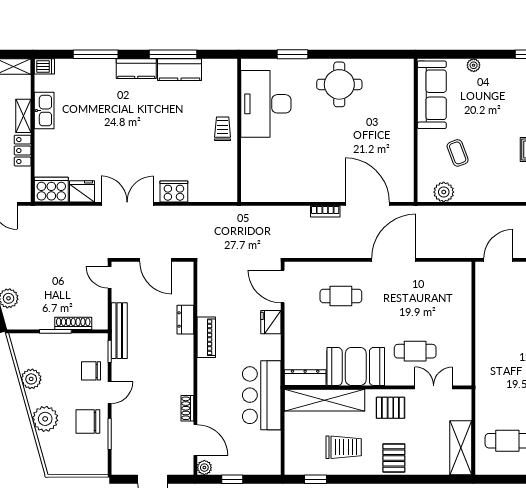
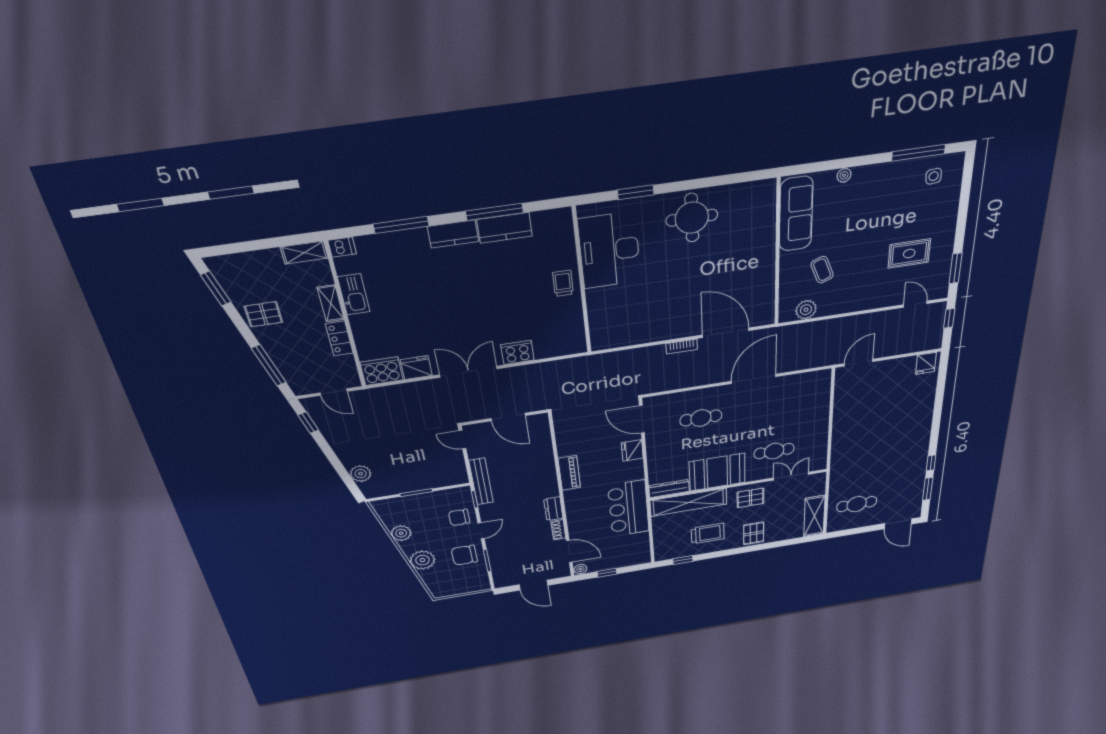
dresser: (185, 320) -> (553, 509), moved
shoe rack: (73, 323) -> (433, 483), removed

